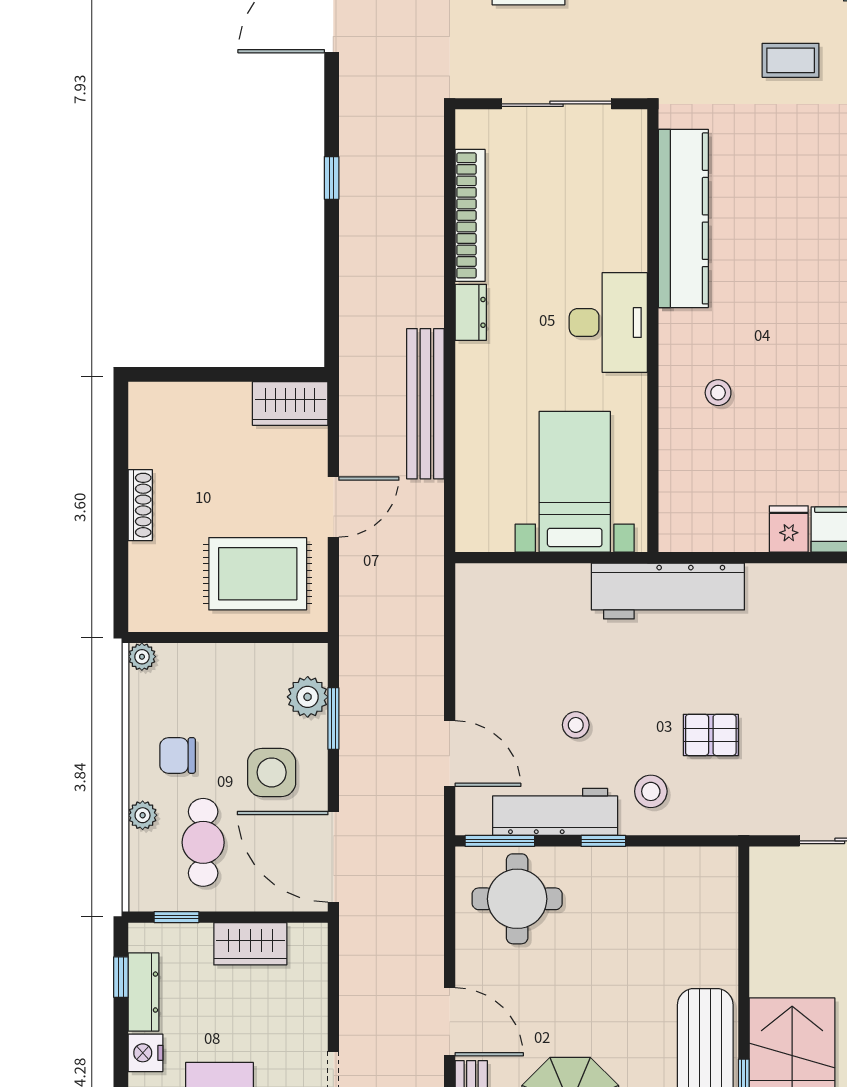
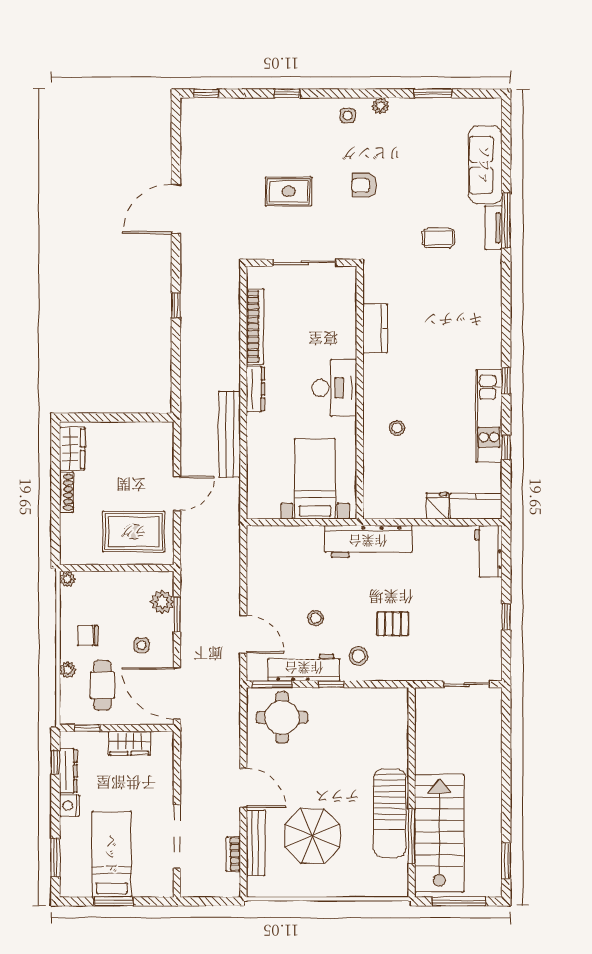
kitchen counter: (683, 218) -> (375, 328), width x0.48, depth x0.86
dresser: (471, 312) -> (255, 389), width x1.44
wardrobe: (290, 403) -> (72, 449), moved, turned -90
side table: (272, 772) -> (142, 645), width x0.54, depth x0.54

